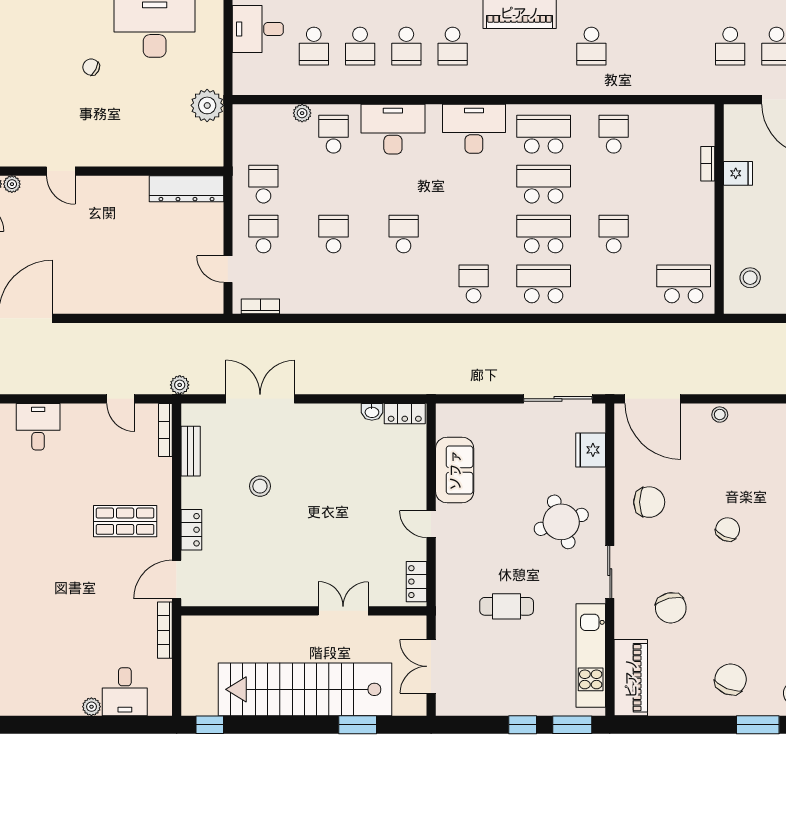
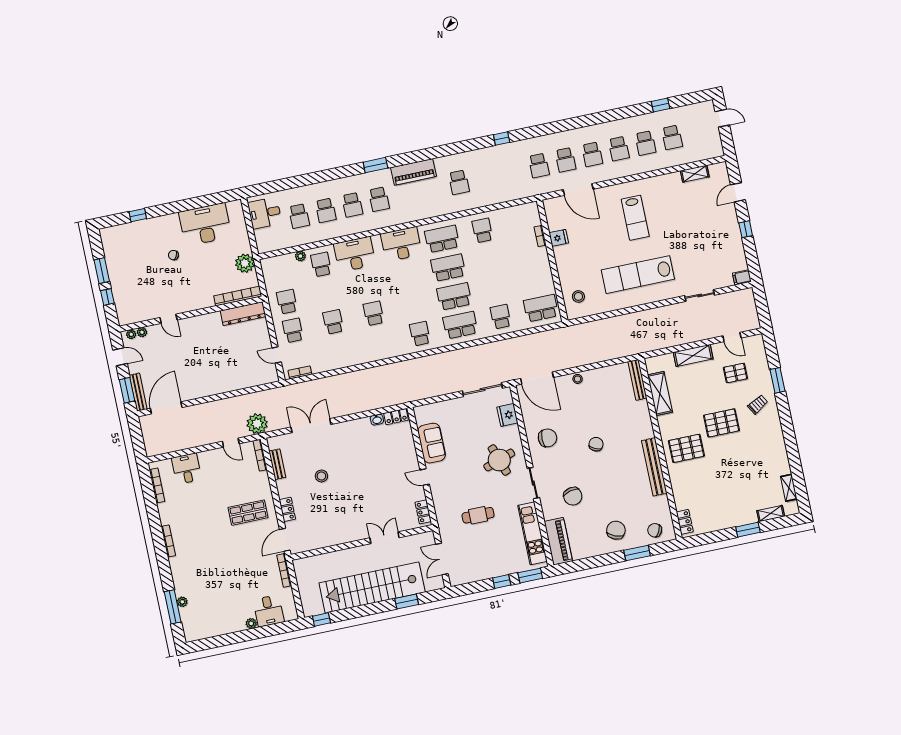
bookcase: (184, 158) -> (238, 296), added
school desk: (614, 234) -> (501, 317), moved
plant: (180, 385) -> (257, 424), width x1.88, depth x1.88

